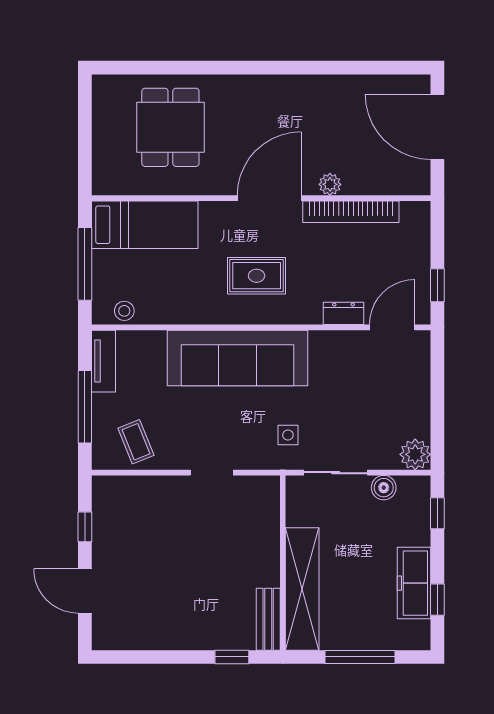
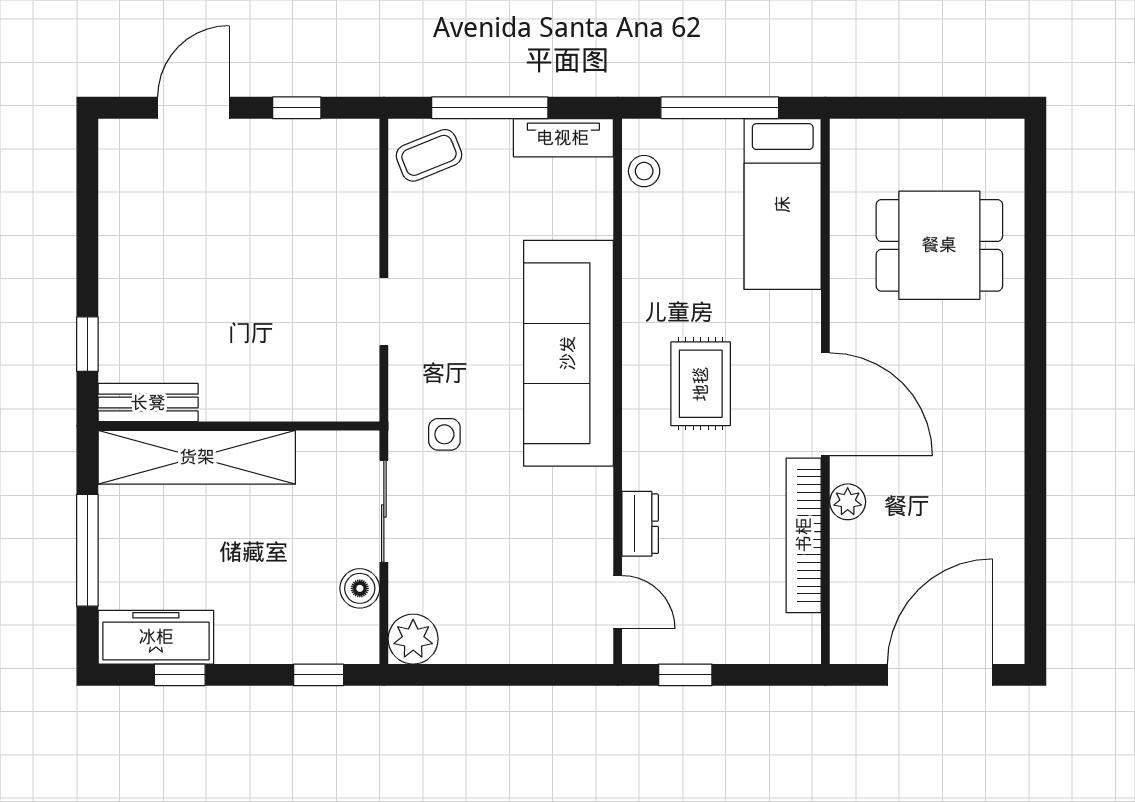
door: (392, 327) -> (618, 602), width x0.73
coffee table: (136, 442) -> (429, 155), moved
freezer: (414, 583) -> (156, 637), moved

